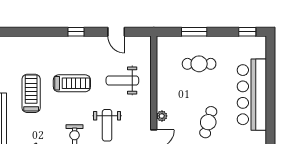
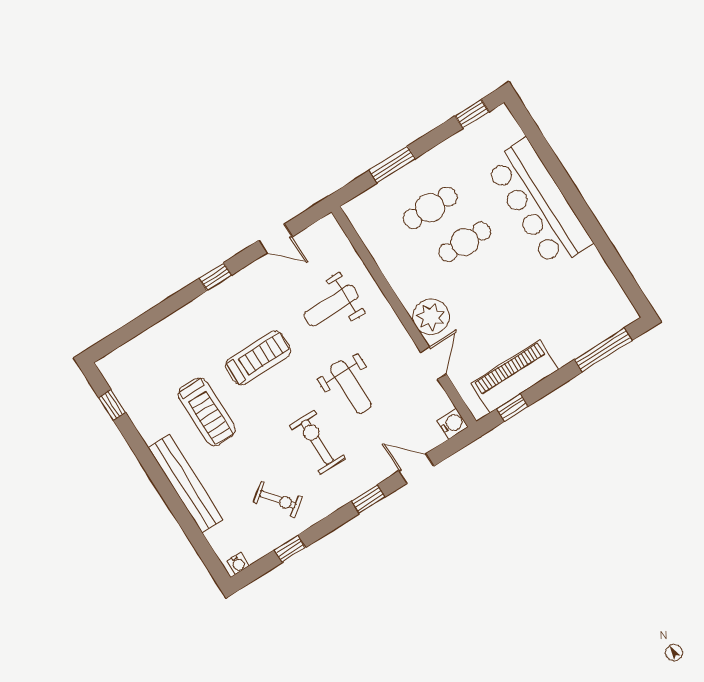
treadmill: (31, 93) -> (207, 412), turned 180
plant: (162, 116) -> (431, 317), width x1.88, depth x1.88
cafe table: (208, 122) -> (465, 242), moved, turned 74

